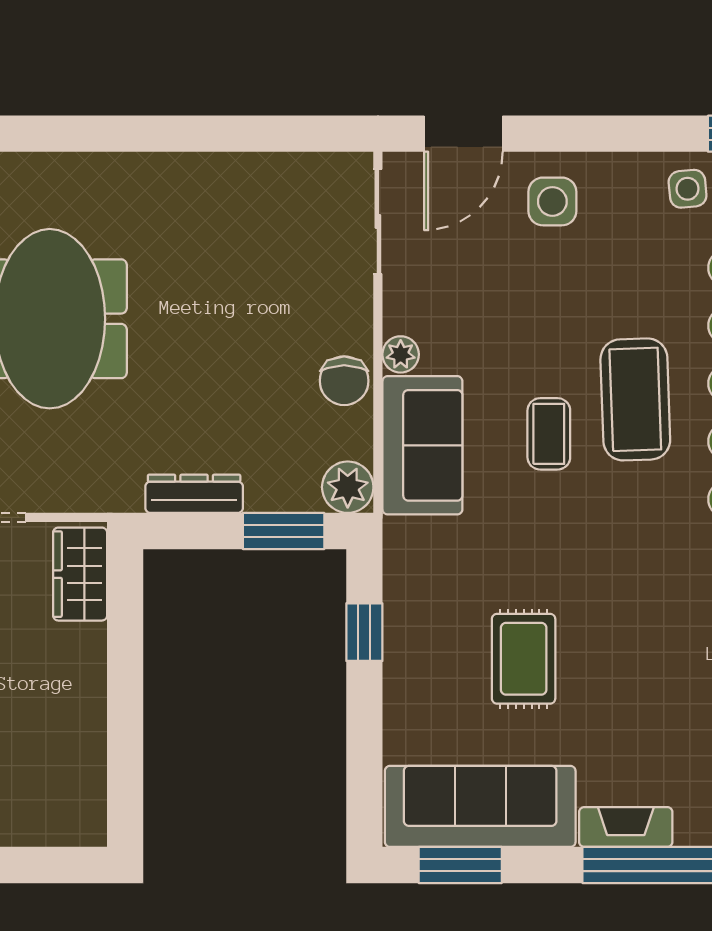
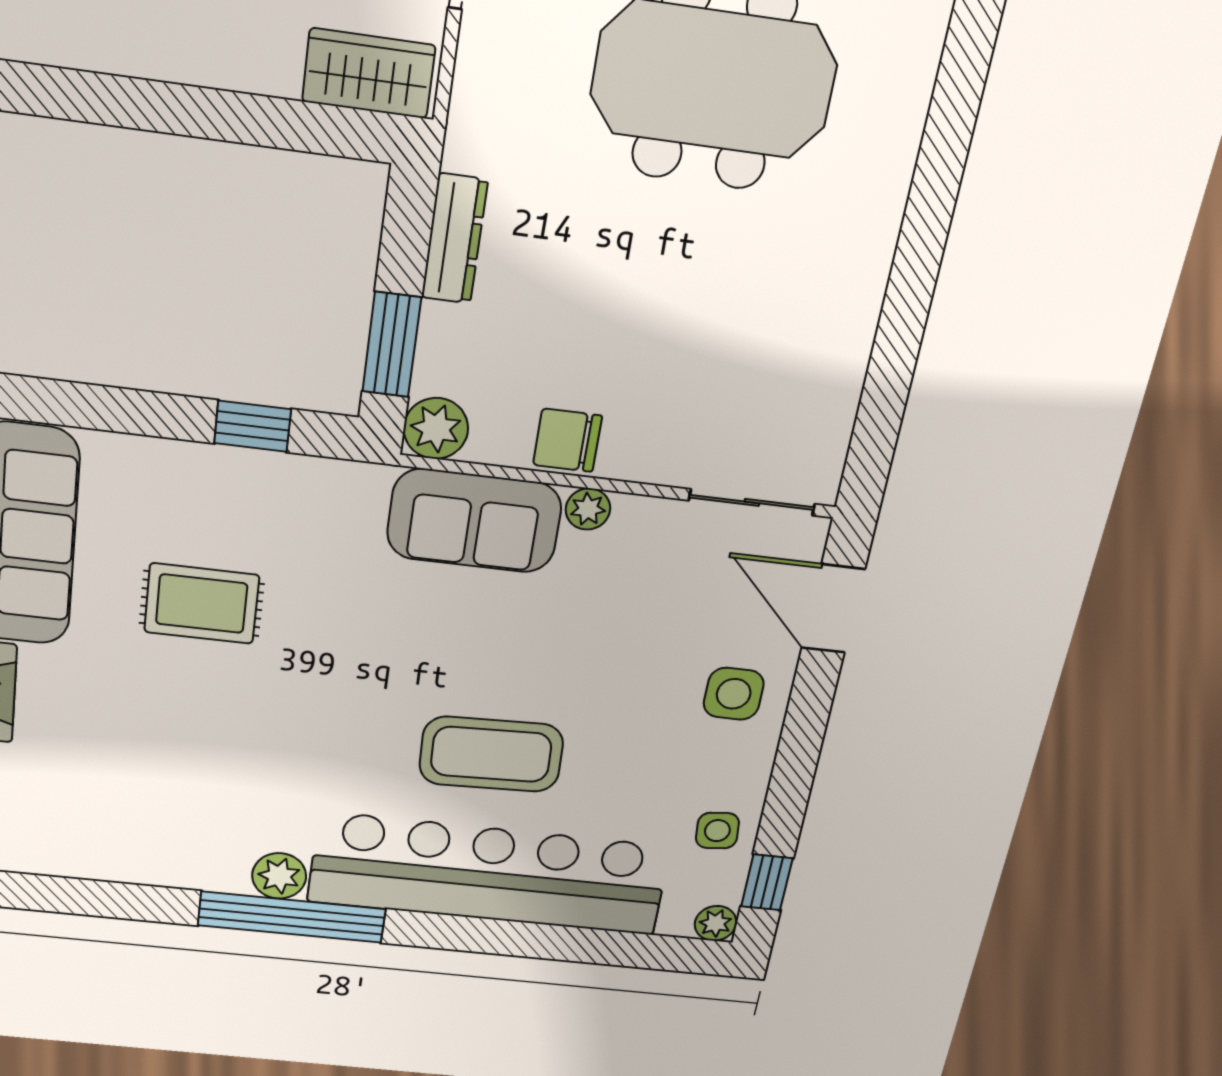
coffee table: (549, 434) -> (466, 660), removed

